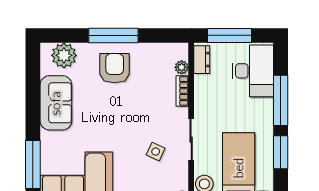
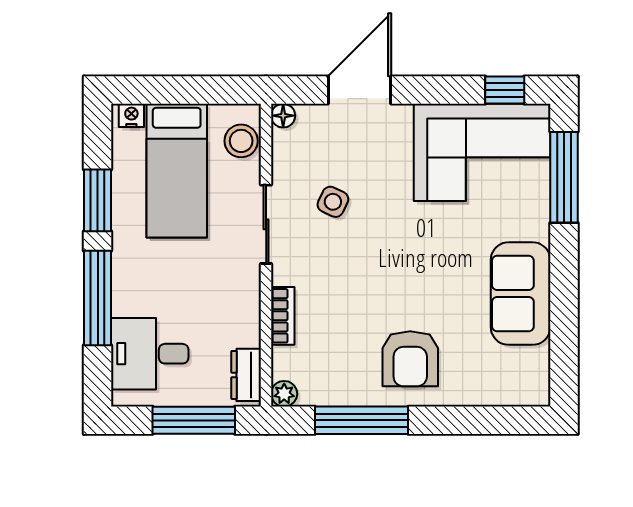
window: (113, 35) -> (361, 420), moved
plant: (64, 55) -> (505, 383), removed
plant: (182, 67) -> (284, 394), moved
desk: (253, 71) -> (150, 354), width x0.73

